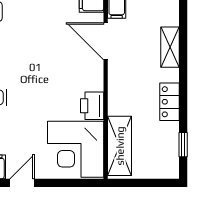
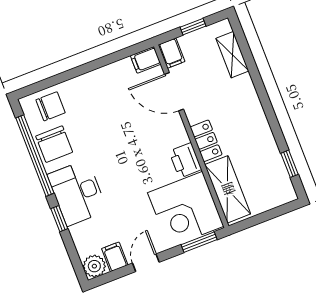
shelving: (170, 47) -> (232, 55), moved
locker: (170, 102) -> (206, 141), moved, turned 180
window: (76, 183) -> (199, 242), added

